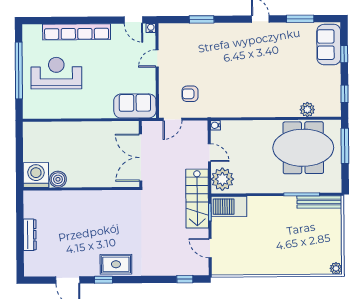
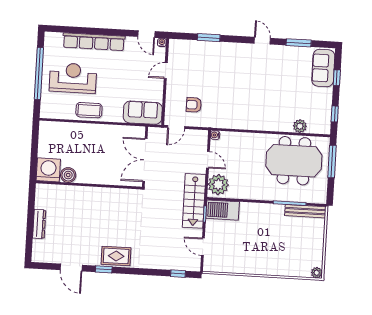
coffee table: (76, 107) -> (89, 110), added

